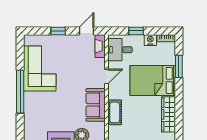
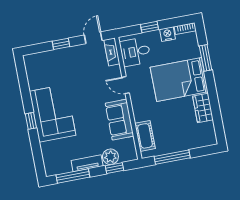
corner sofa: (40, 68) -> (53, 113), moved
door: (106, 77) -> (126, 85), swing flipped
window: (20, 92) -> (31, 121), width x0.32
cot: (115, 112) -> (145, 136), moved
wardrobe: (168, 114) -> (203, 108), width x0.67

